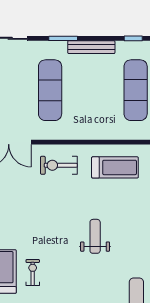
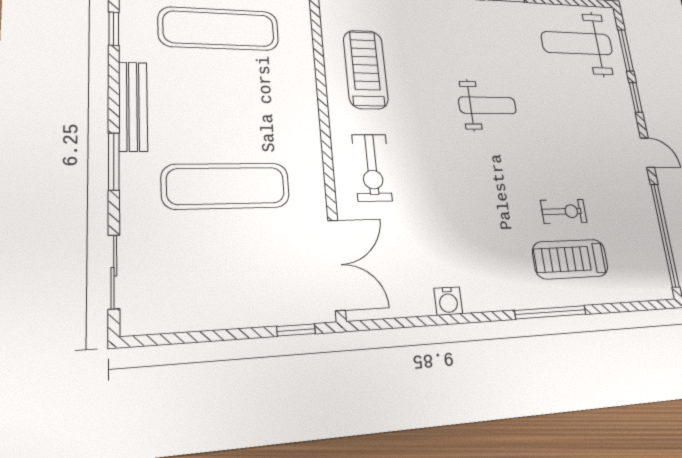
weight bench: (95, 236) -> (488, 105), turned 180
exercise bike: (33, 273) -> (564, 211), turned 180

